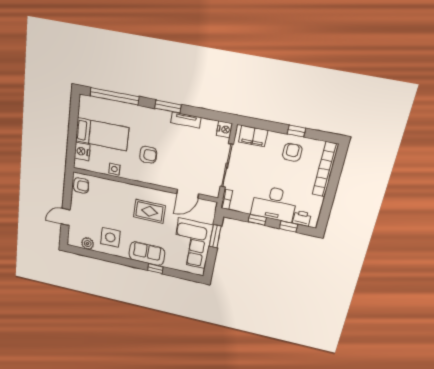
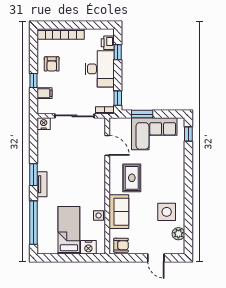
tv unit: (186, 120) -> (42, 184), moved
window: (296, 131) -> (34, 81), moved
filing cabinet: (253, 136) -> (45, 93), width x0.50
armchair: (292, 152) -> (52, 64), turned -90
armchair: (148, 155) -> (79, 186), removed
armchair: (81, 186) -> (121, 245), turned 90
window: (257, 220) -> (118, 98), moved
sofa: (147, 254) -> (119, 212), moved, turned 180
window: (155, 269) -> (188, 134), moved

